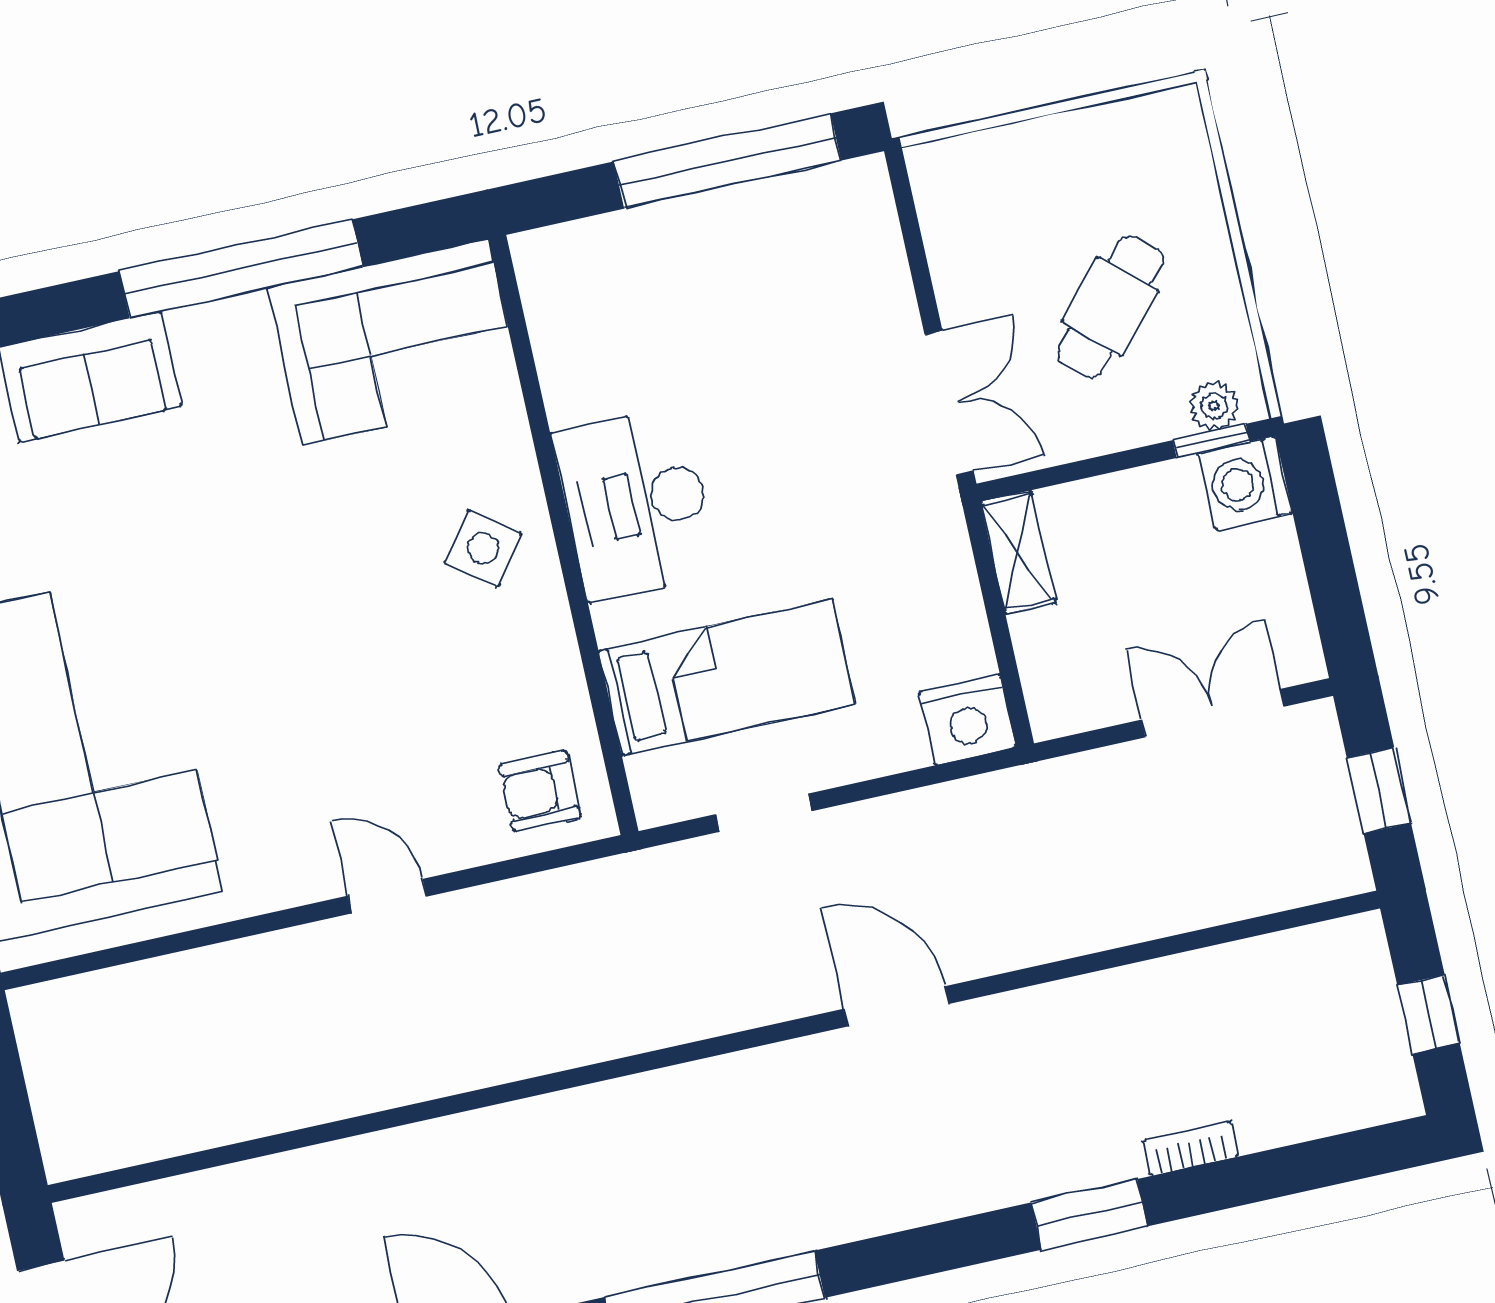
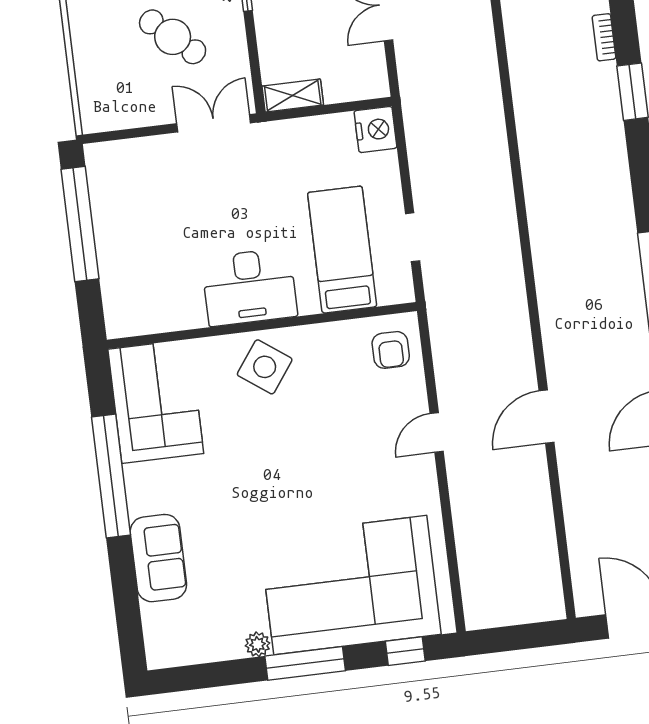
side table: (483, 548) -> (265, 367), width x1.37, depth x1.37
door: (897, 1006) -> (546, 417), moved

